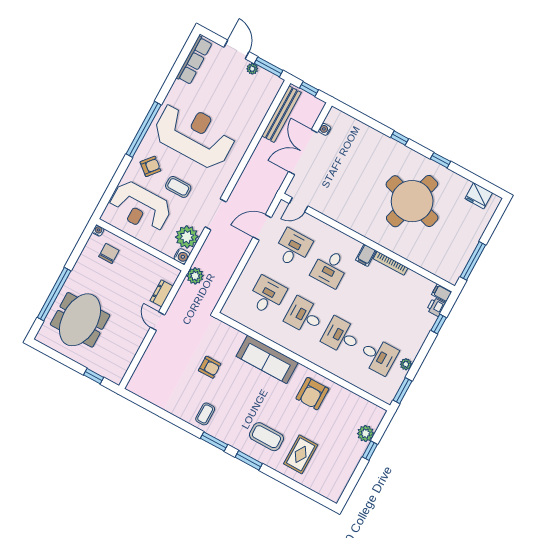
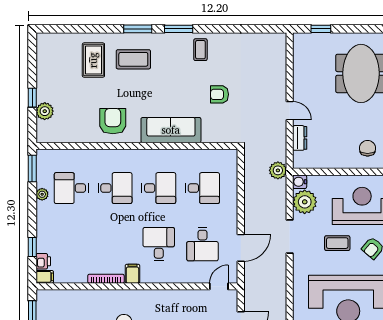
chair: (109, 253) -> (368, 148), turned 180
desk: (267, 296) -> (202, 188), turned -90

